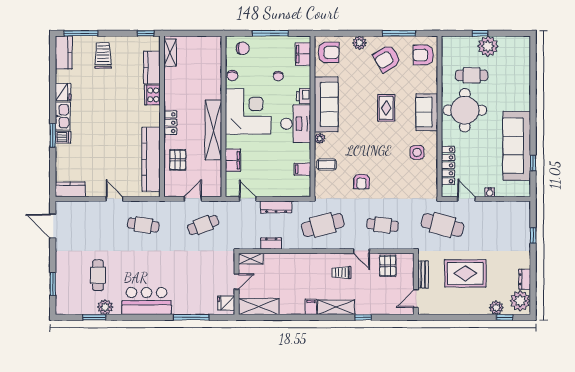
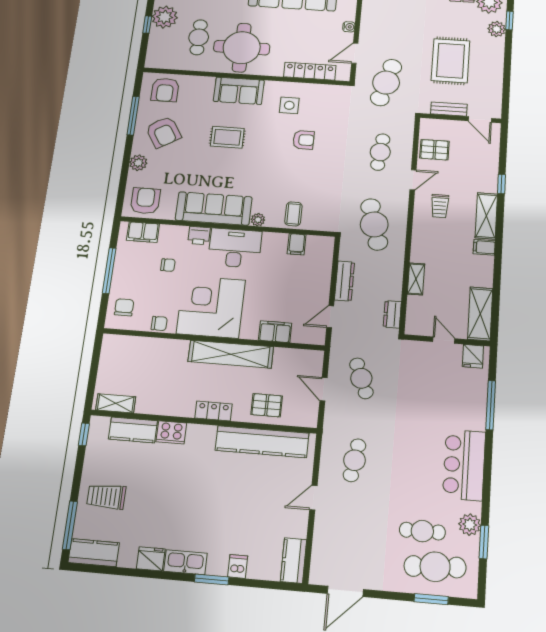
dishwasher: (63, 137) -> (238, 566), moved
armchair: (361, 181) -> (303, 140), moved
dresser: (271, 243) -> (392, 314), moved
shelving: (251, 259) -> (416, 279), moved
cafe table: (75, 285) -> (435, 567), added

